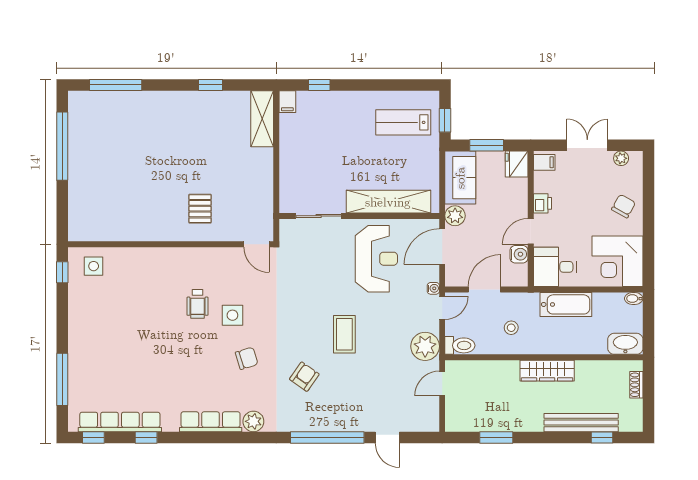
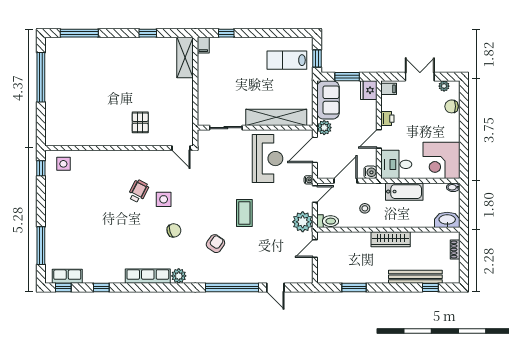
chair: (624, 206) -> (452, 106), moved, turned -119
water cooler: (519, 254) -> (370, 172), moved
wheelchair: (198, 304) -> (138, 191), turned -153
row of seats: (120, 422) -> (67, 276), width x0.50

